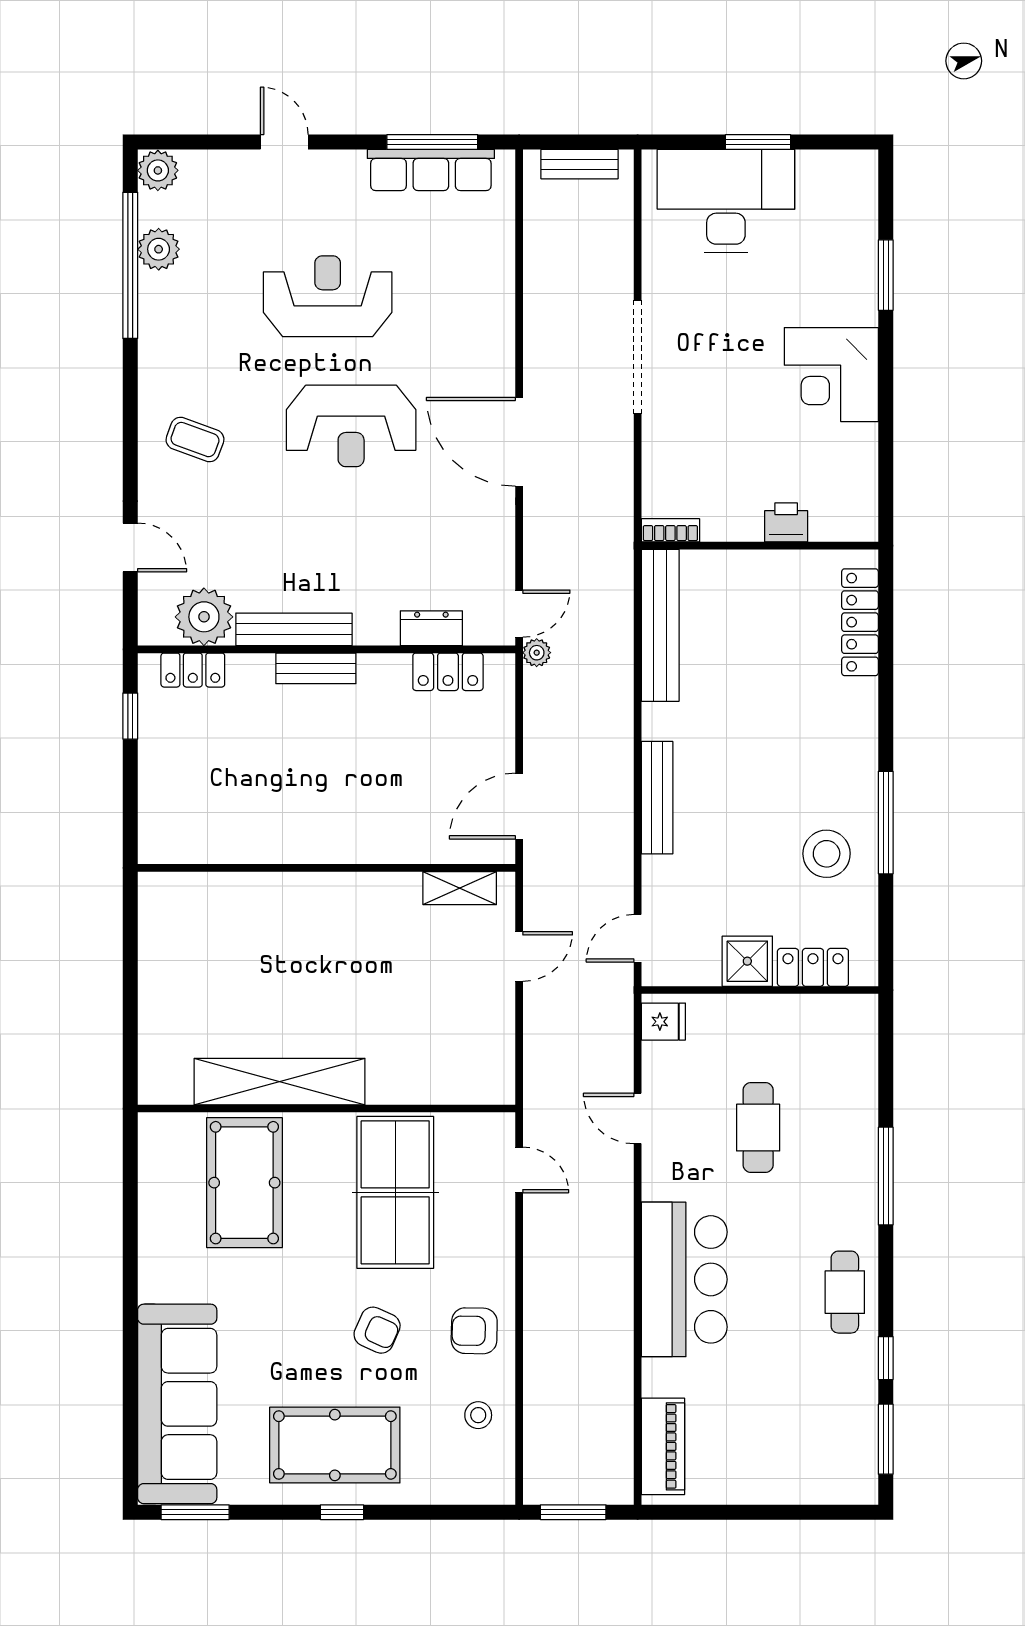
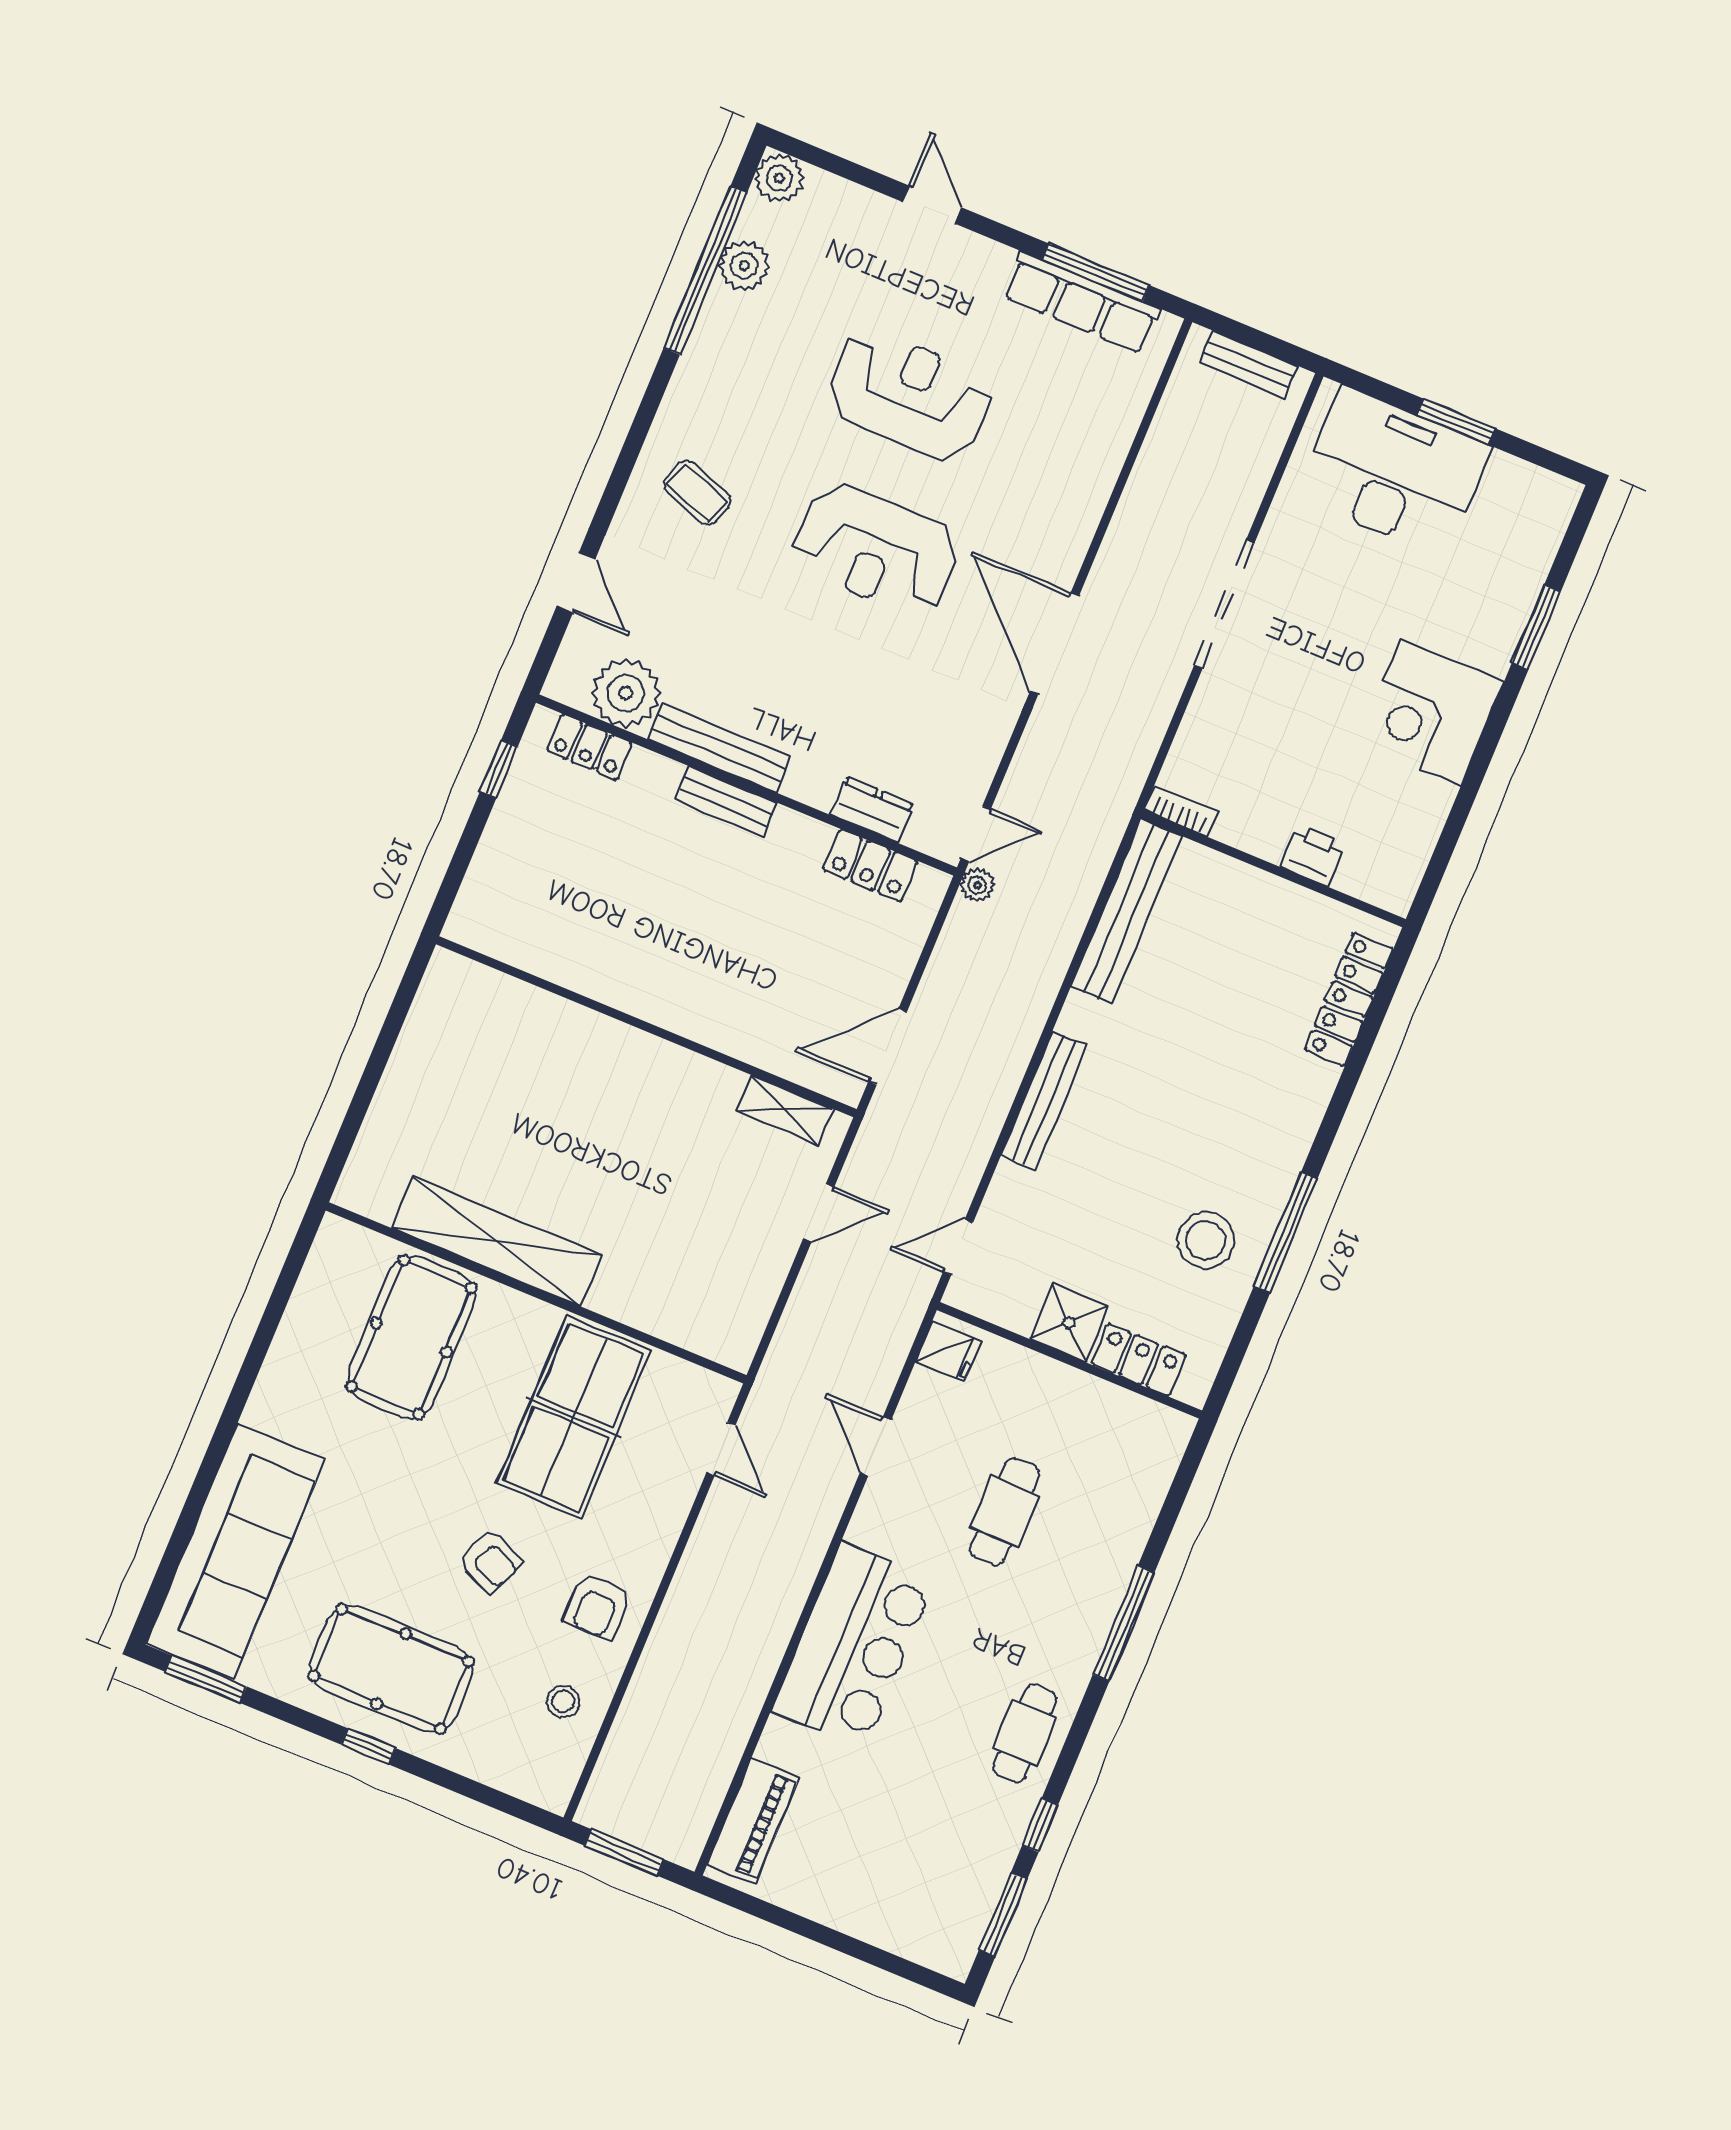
armchair: (474, 1331) -> (598, 1606), turned -91

